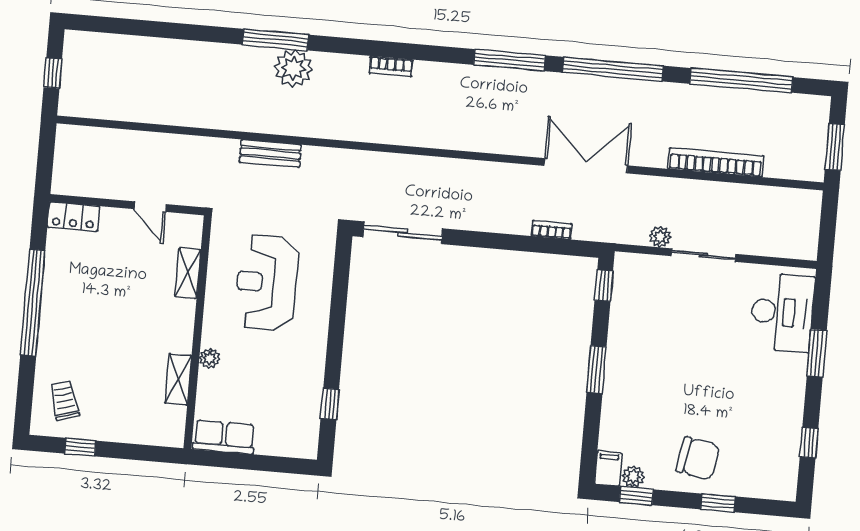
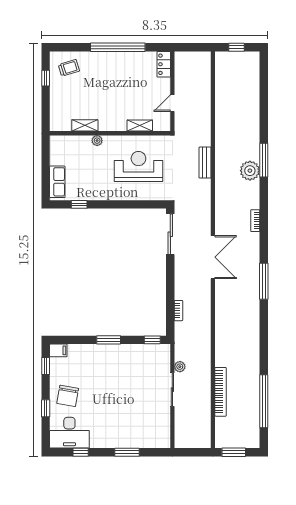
window: (613, 69) -> (264, 335), removed
double door: (586, 166) -> (213, 257), moved
desk: (782, 312) -> (69, 433), moved
row of seats: (224, 437) -> (57, 182), moved
plant: (633, 477) -> (55, 364), removed

